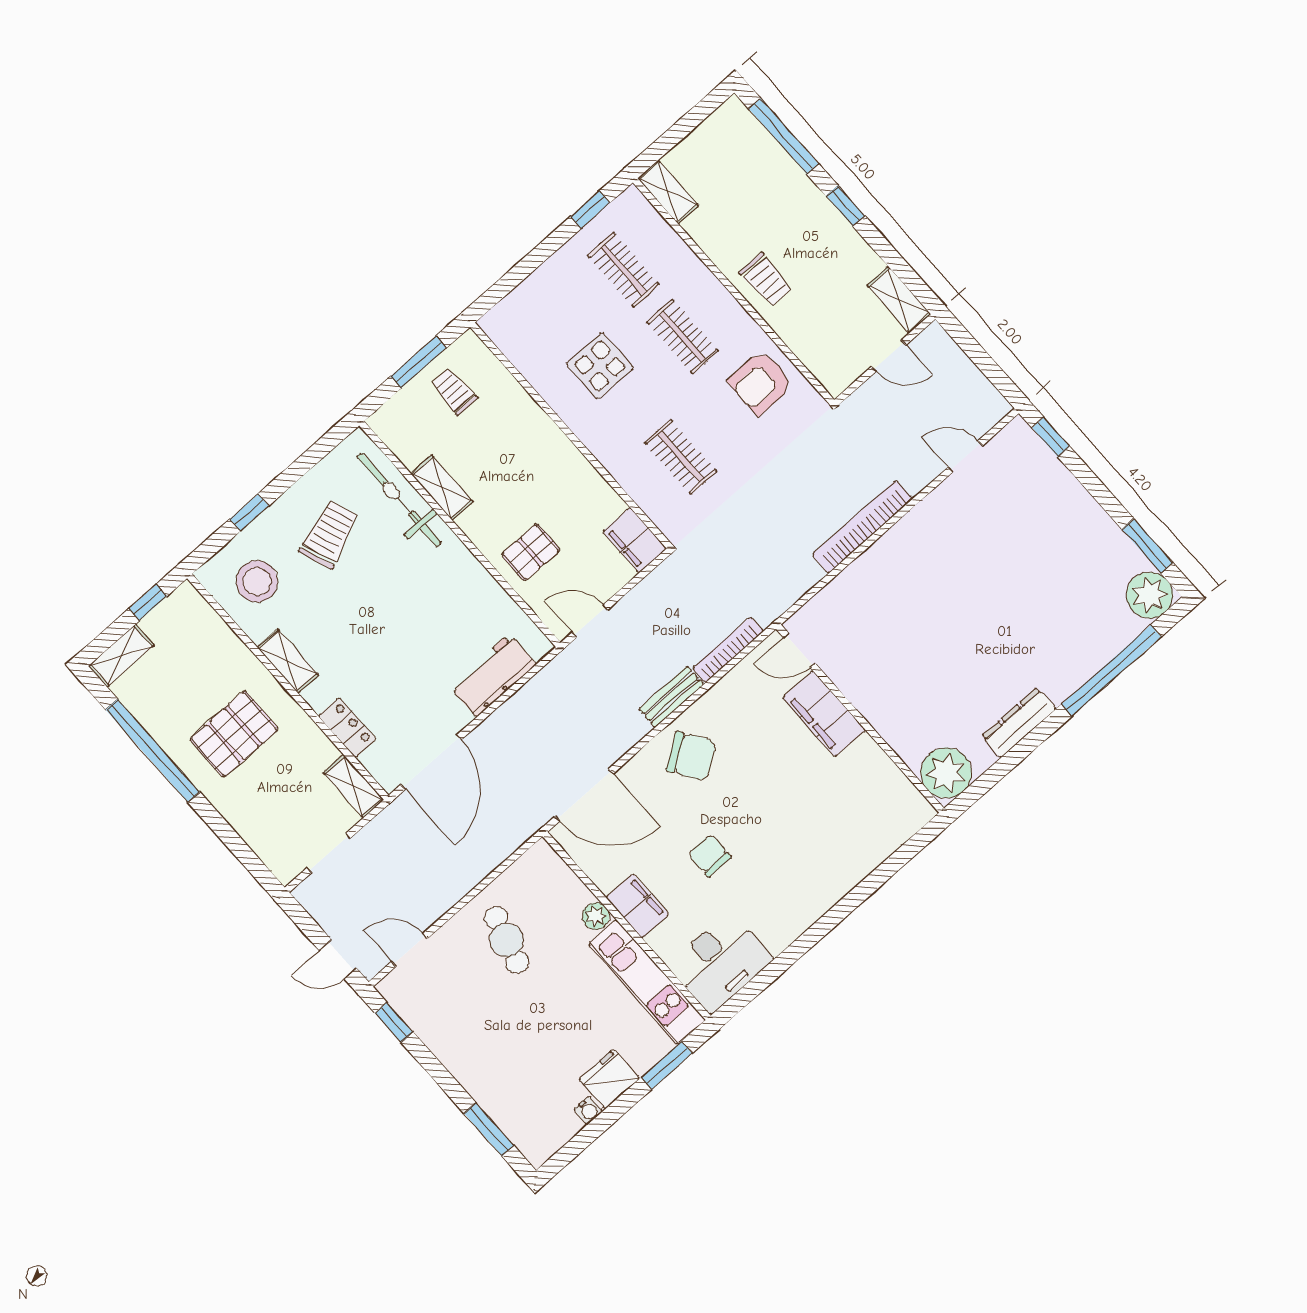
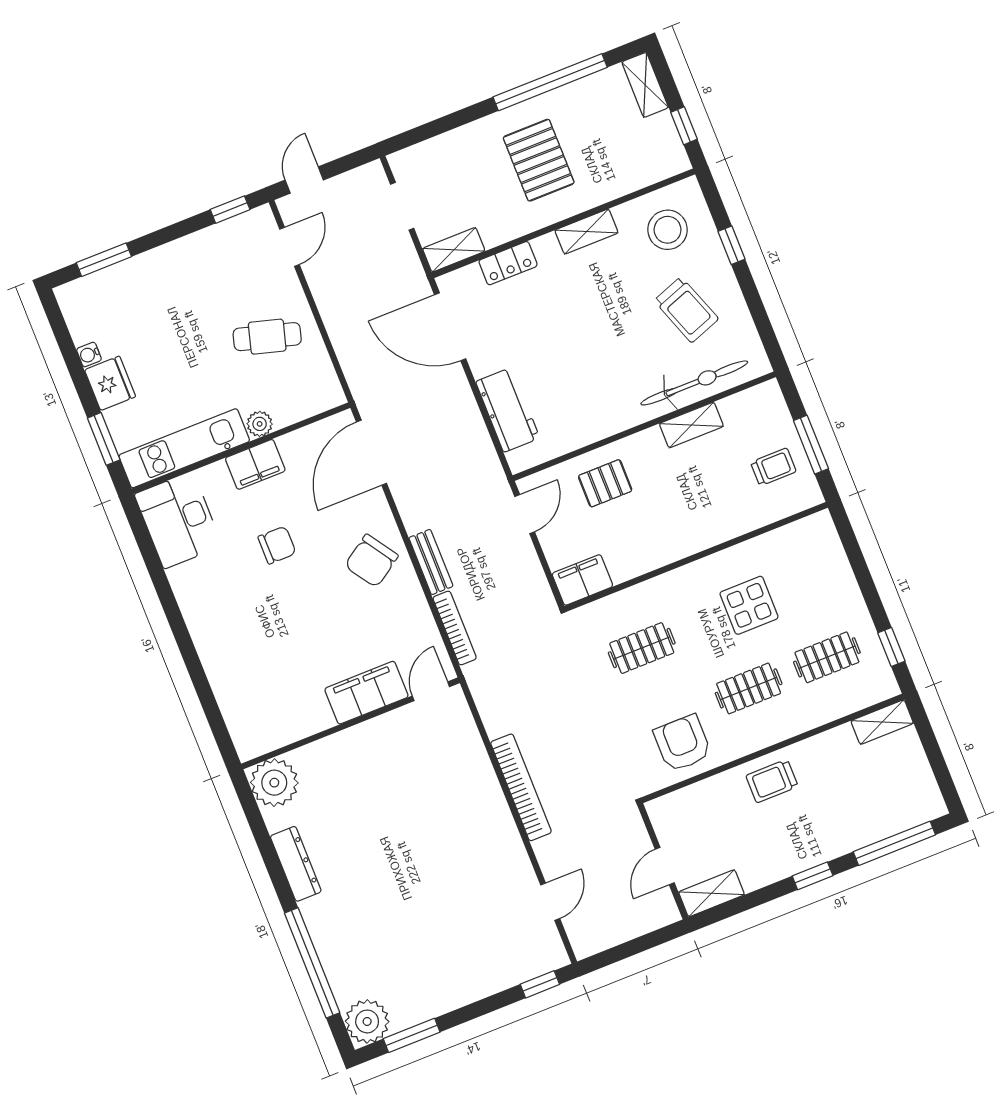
pallet: (531, 552) -> (605, 483), turned 90

